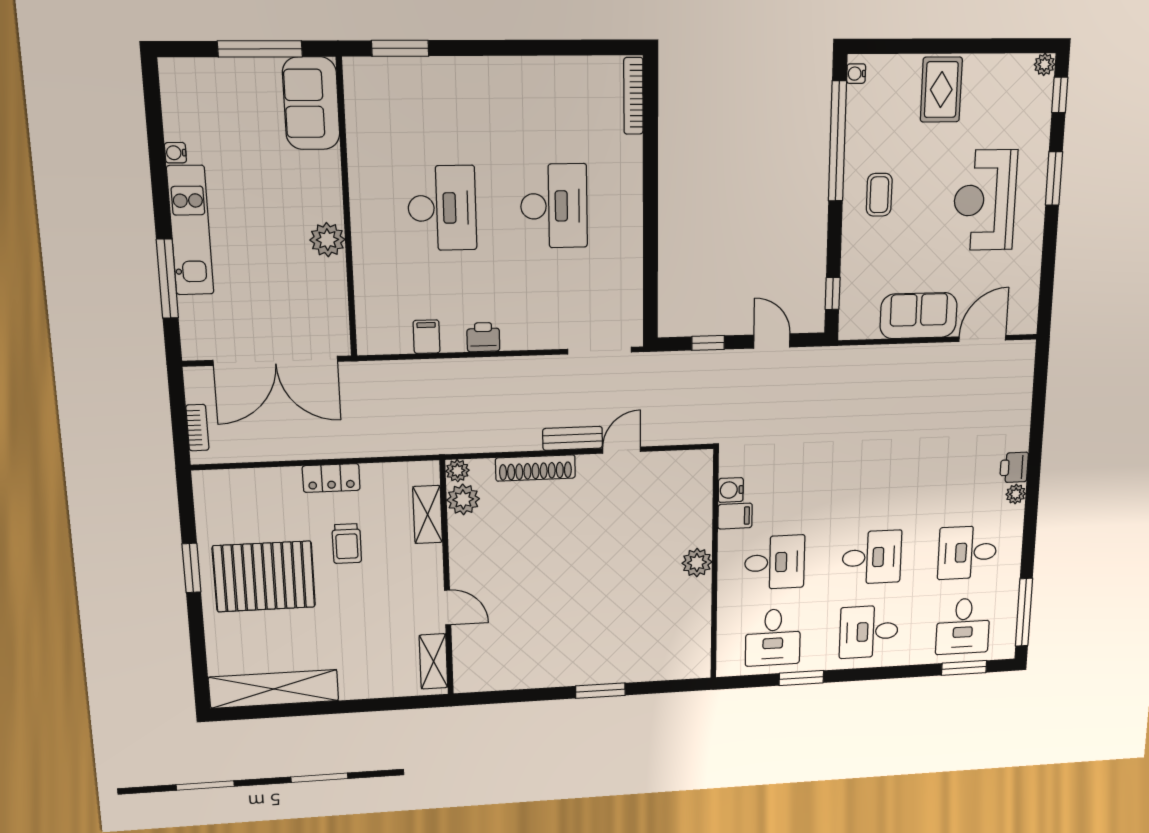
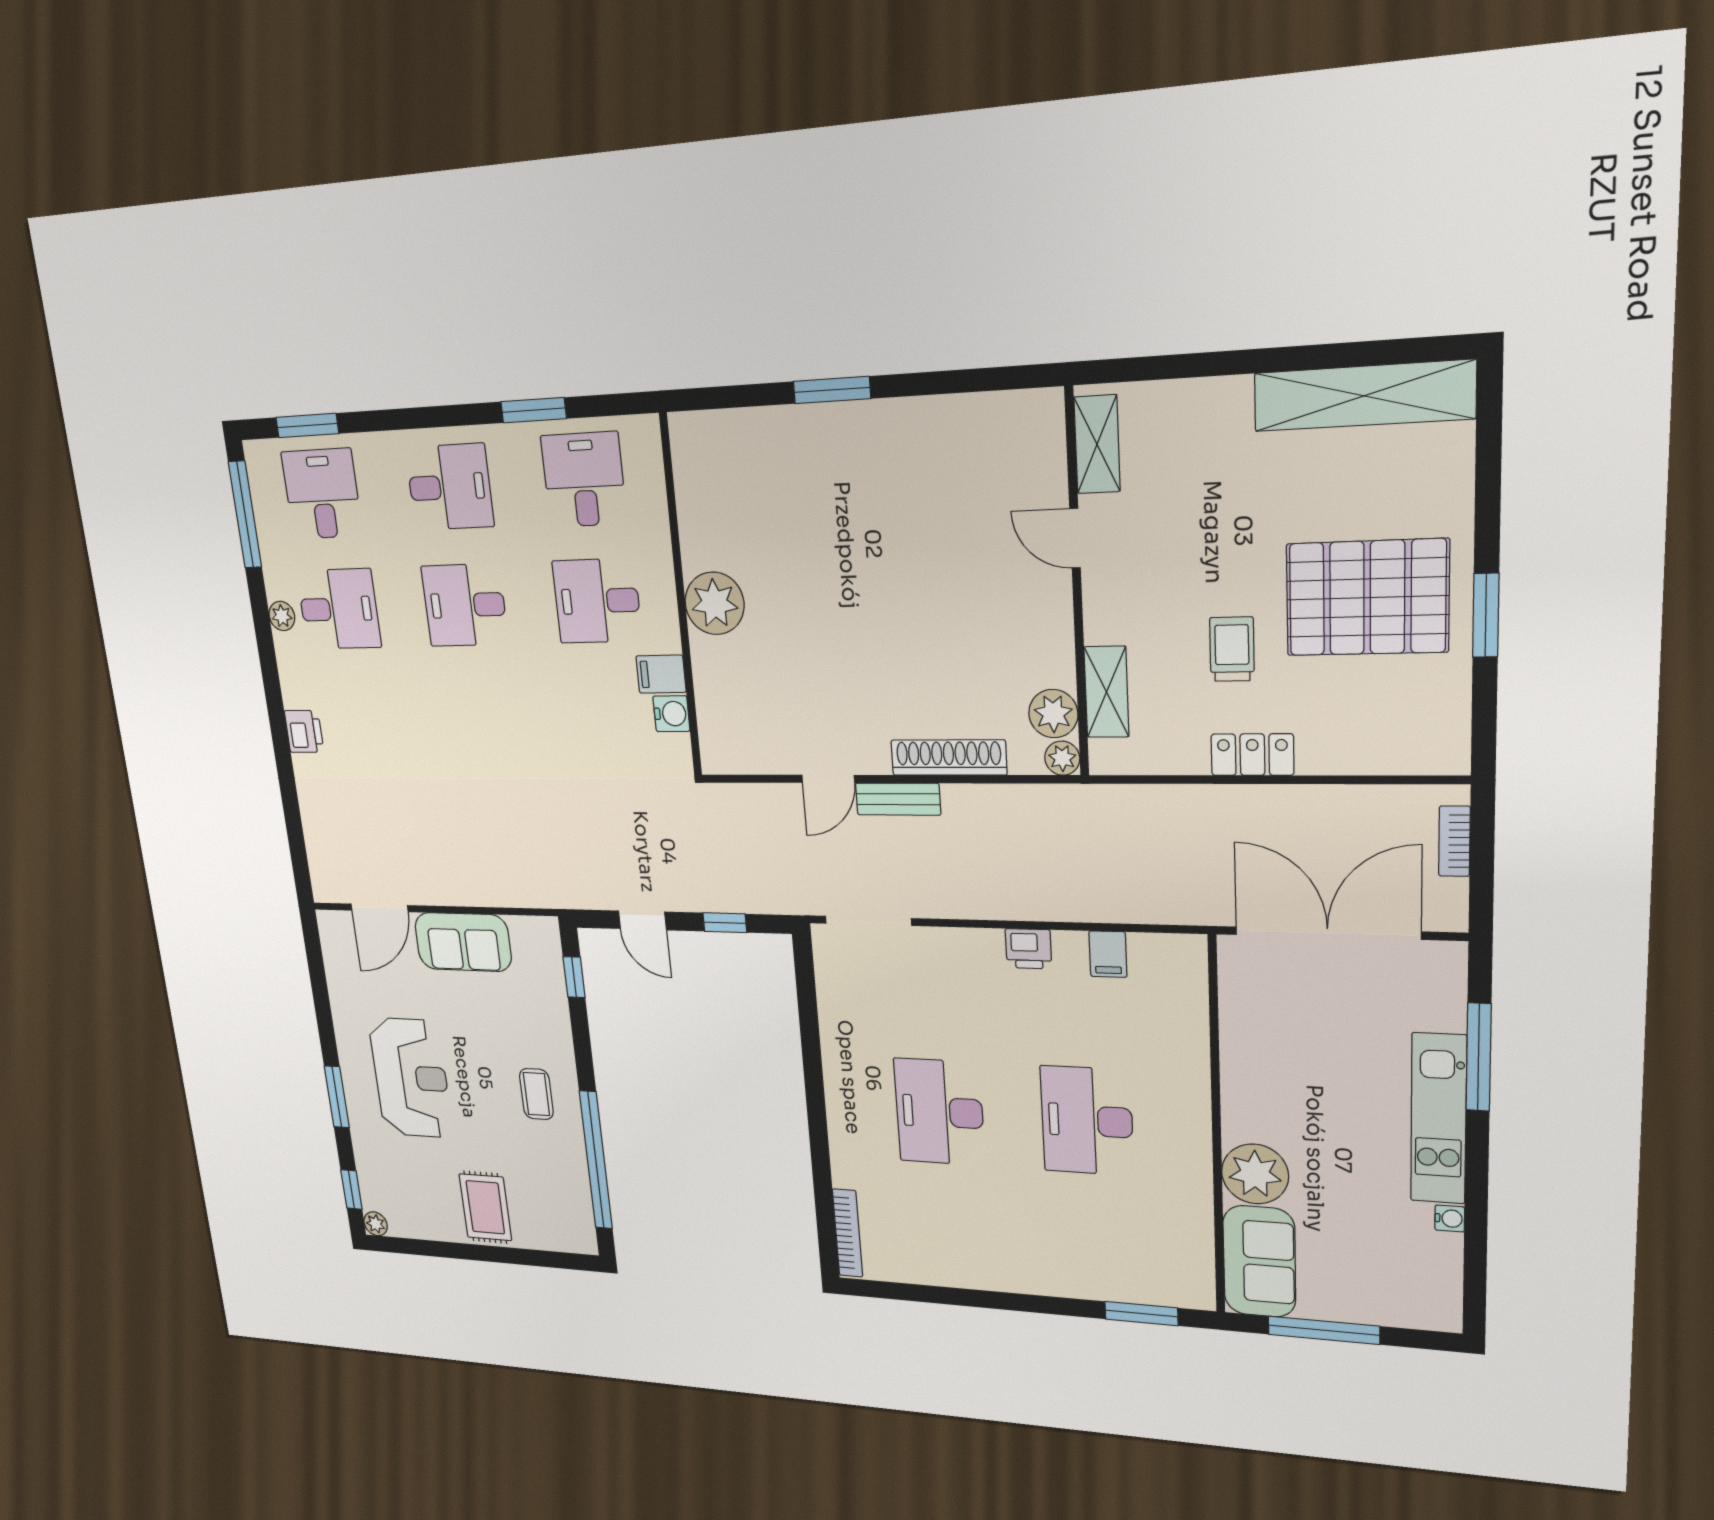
water cooler: (856, 74) -> (586, 1234), removed
plant: (327, 240) -> (1255, 1174), moved, width x1.36, depth x1.36
plant: (1016, 494) -> (282, 616), moved
plant: (697, 563) -> (715, 603), width x1.36, depth x1.36

